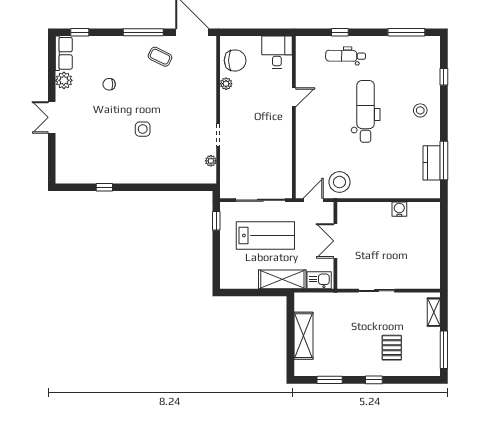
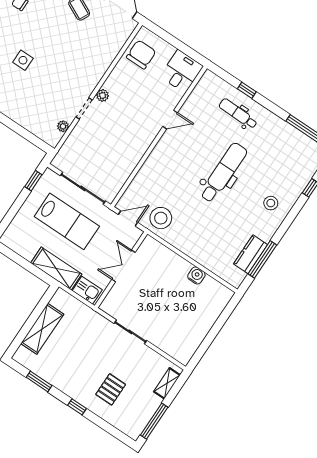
chair: (235, 60) -> (141, 54), turned -90
plant: (226, 84) -> (103, 95), moved

